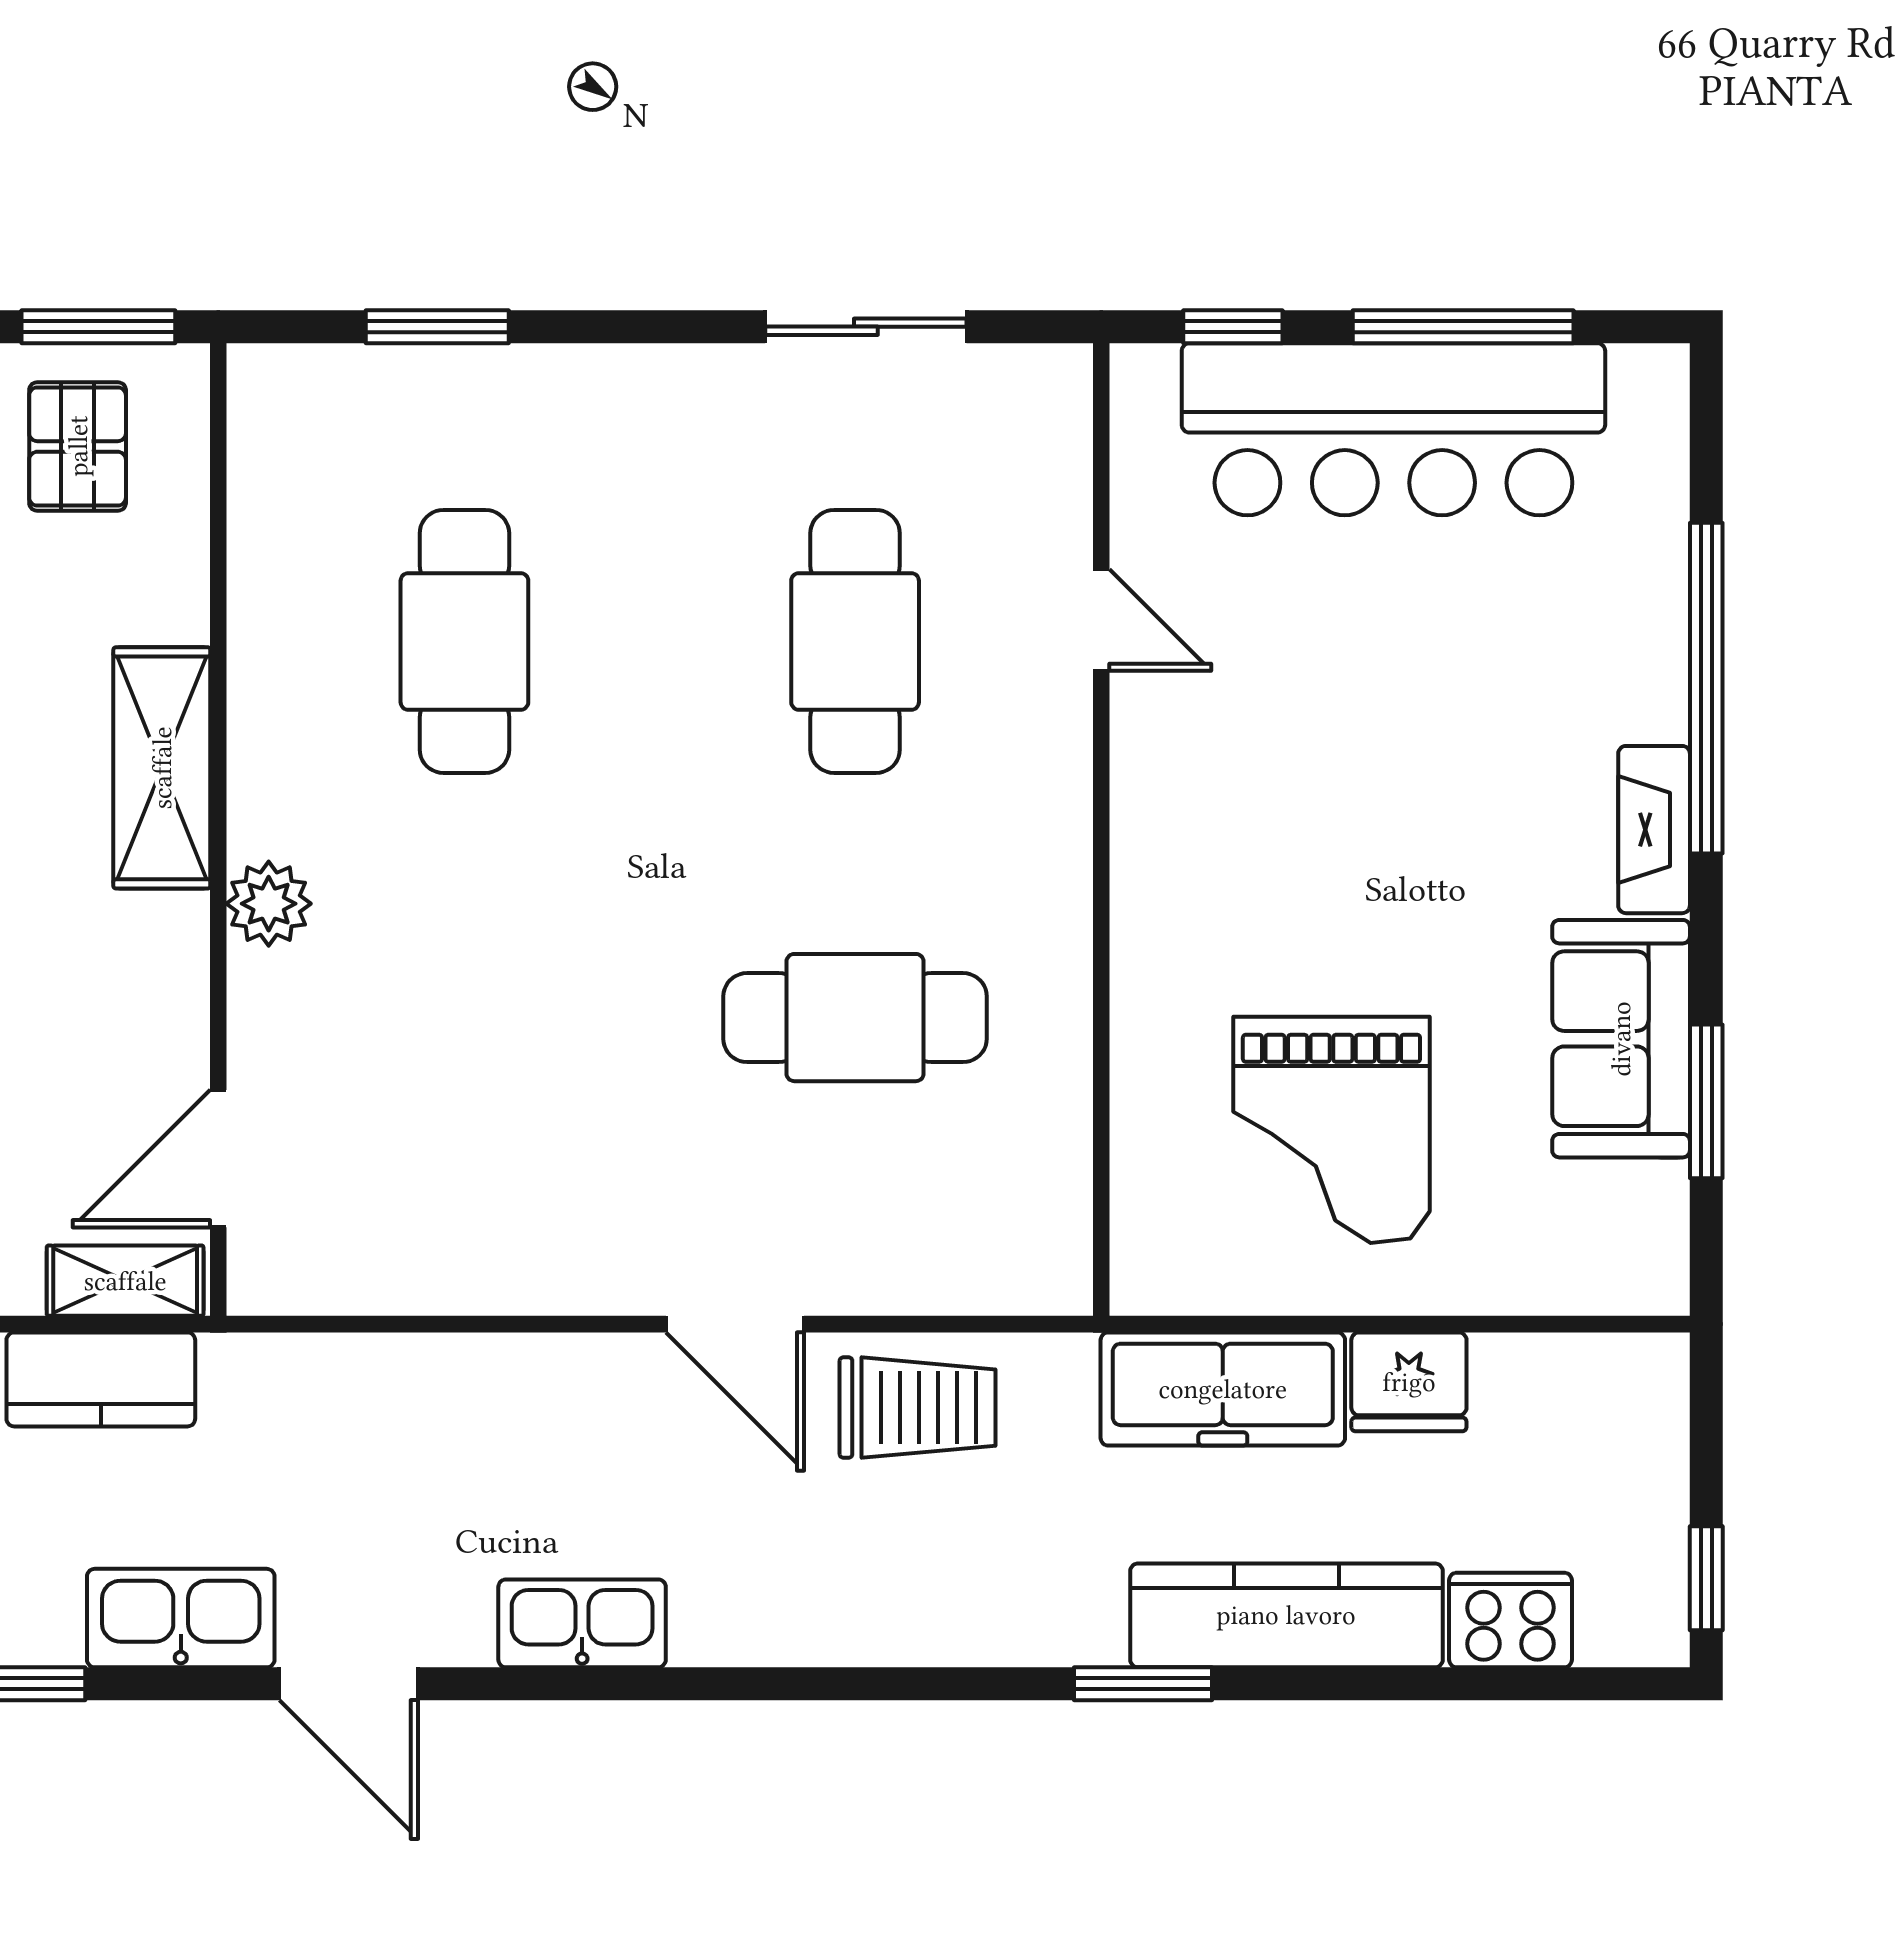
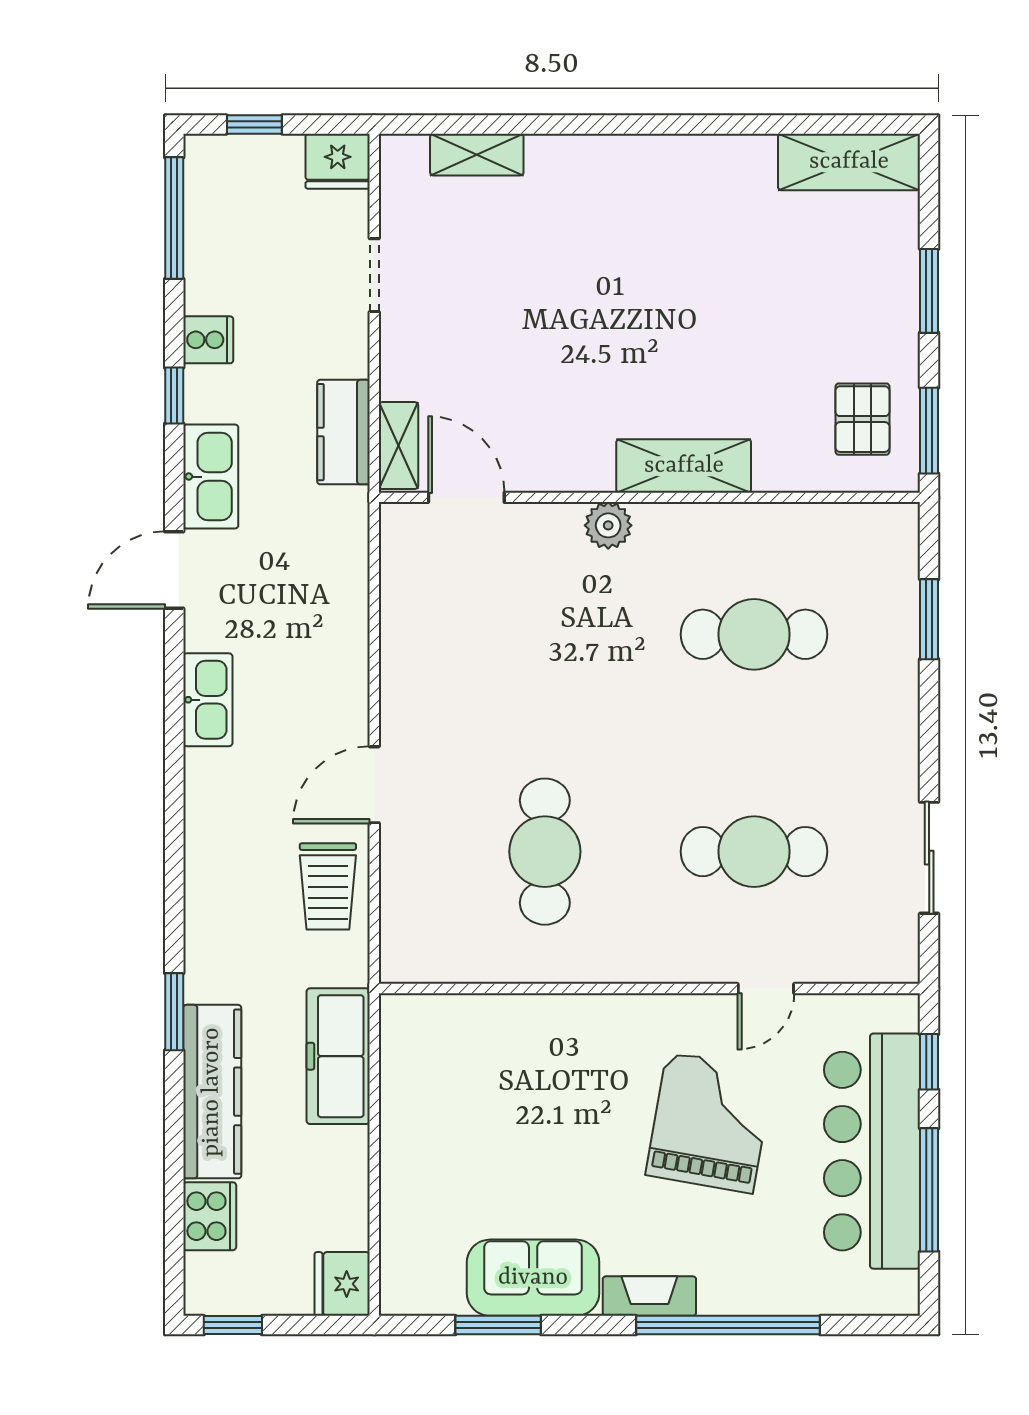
pallet: (78, 446) -> (862, 419), turned 90
grand piano: (1331, 1130) -> (710, 1122), moved, turned 100
fridge: (1409, 1382) -> (342, 1284), moved

